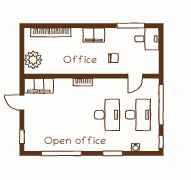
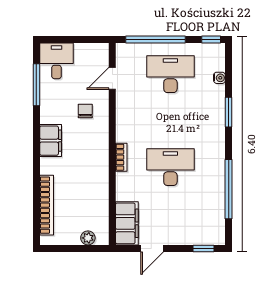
plant: (33, 60) -> (88, 238), width x0.53, depth x0.53
door: (135, 76) -> (112, 78), swing flipped
desk: (107, 115) -> (170, 167), moved

